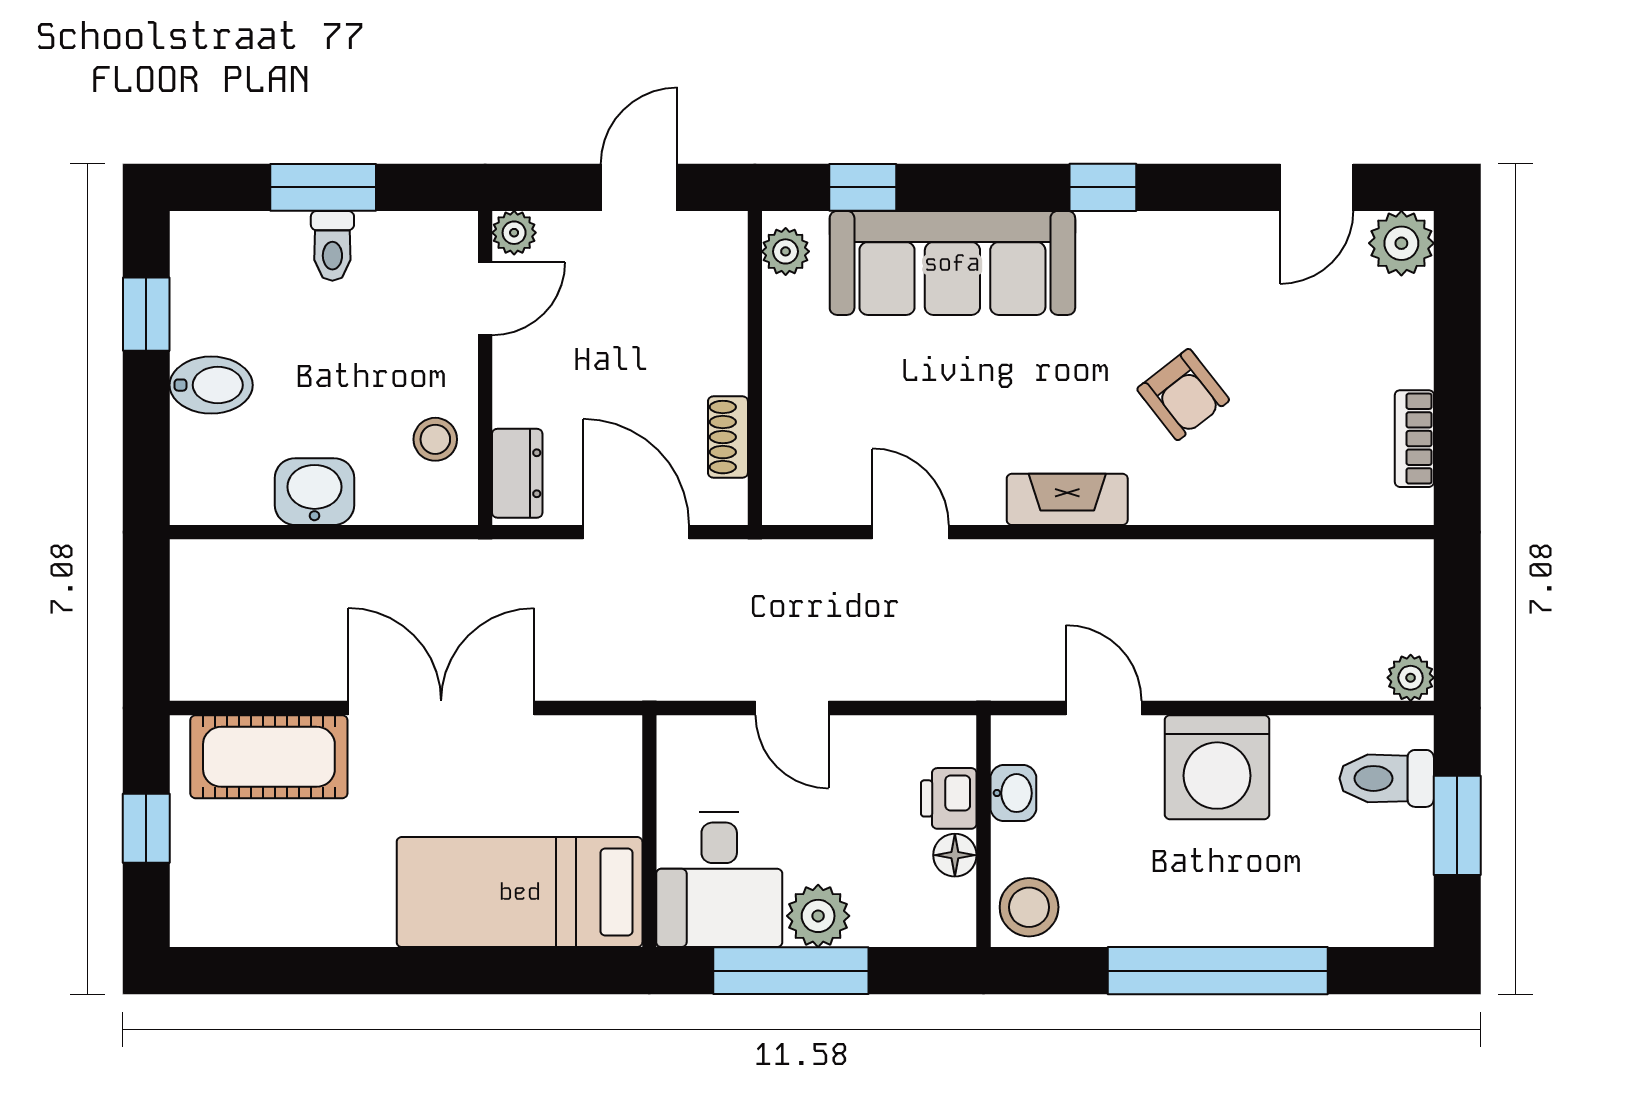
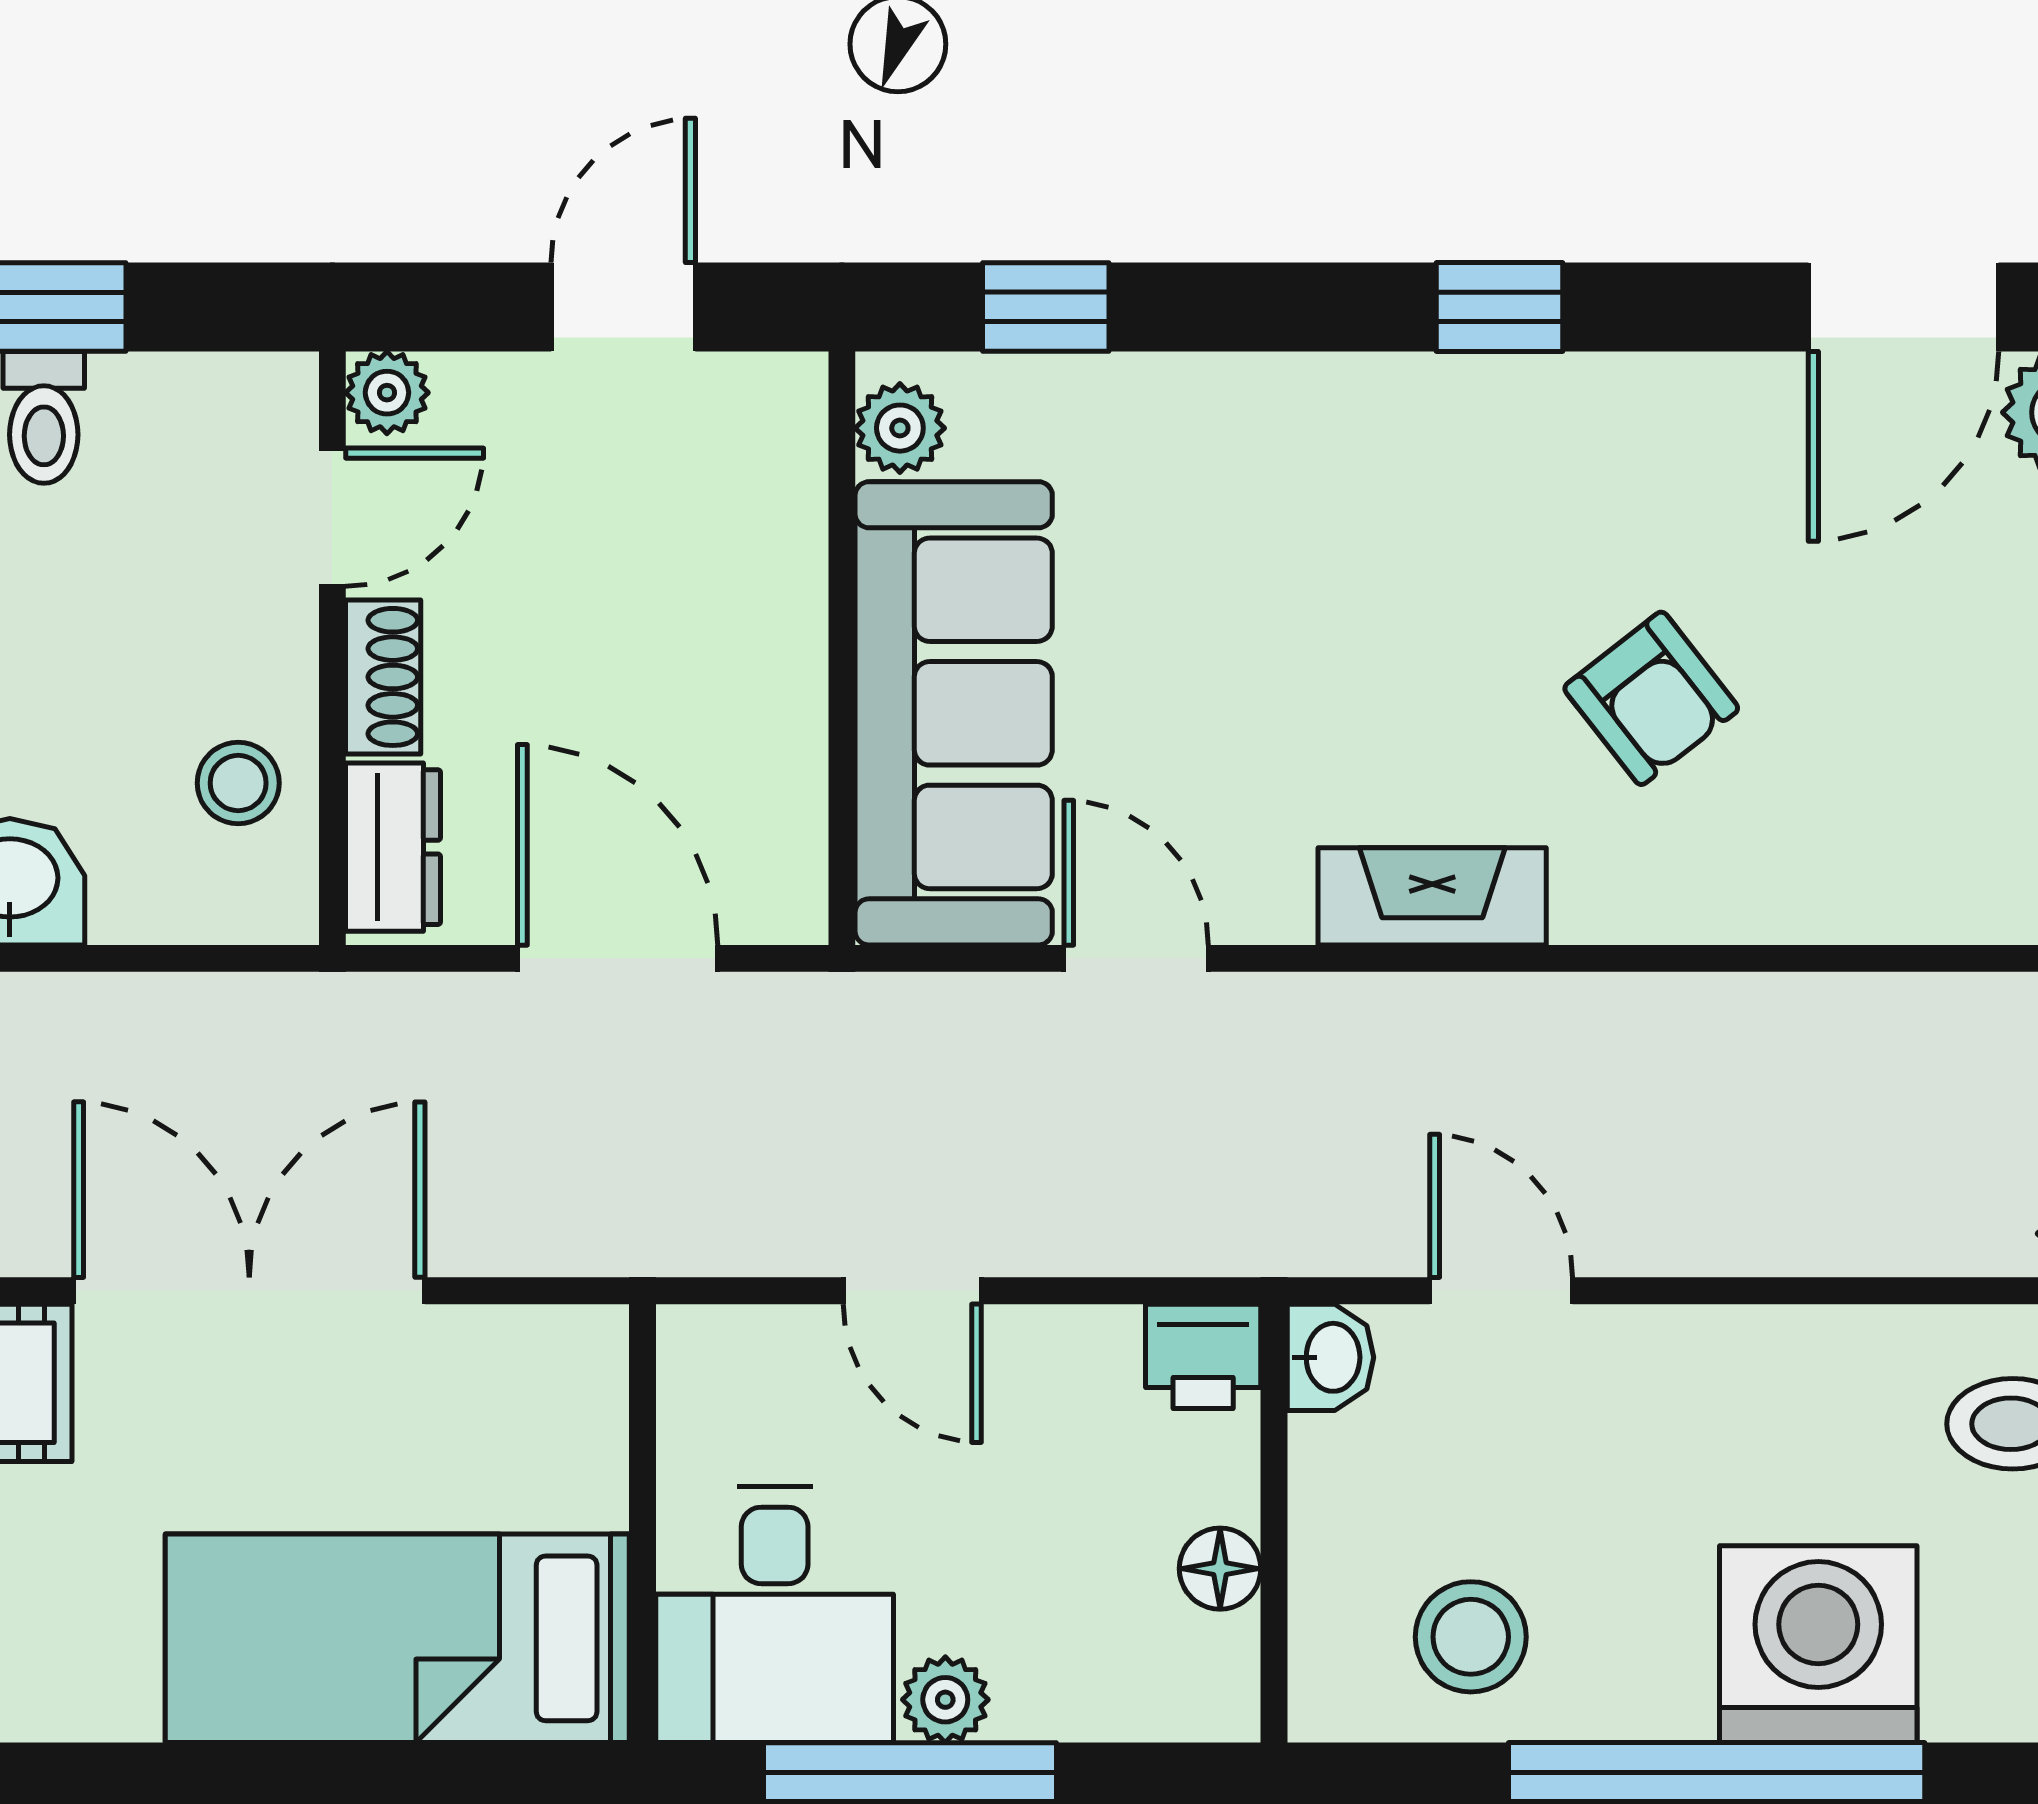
door: (1317, 187) -> (1903, 307), width x1.38
sofa: (952, 263) -> (954, 713), moved, turned -90
shoe rack: (728, 437) -> (383, 677), moved, turned 180
washing machine: (1217, 767) -> (1818, 1644), moved, turned 180
washbasin: (1013, 793) -> (1330, 1357), moved
printer: (949, 798) -> (1203, 1356), moved, turned -90
stool: (1029, 907) -> (1471, 1637), moved
plant: (818, 916) -> (945, 1700), width x0.73, depth x0.73

